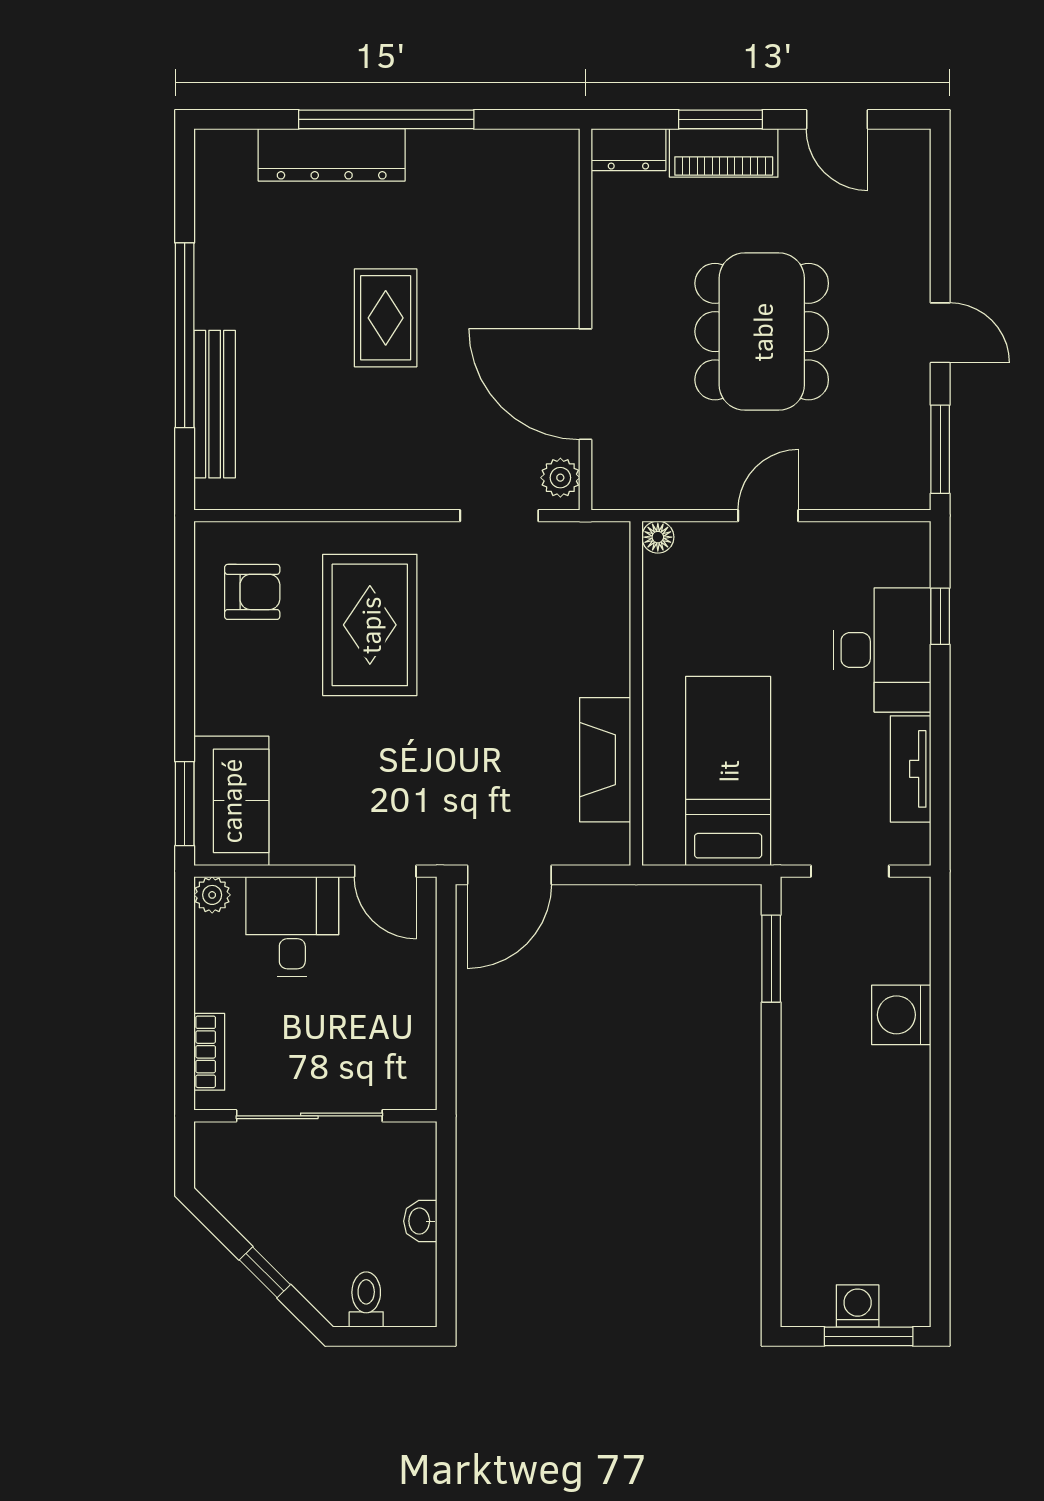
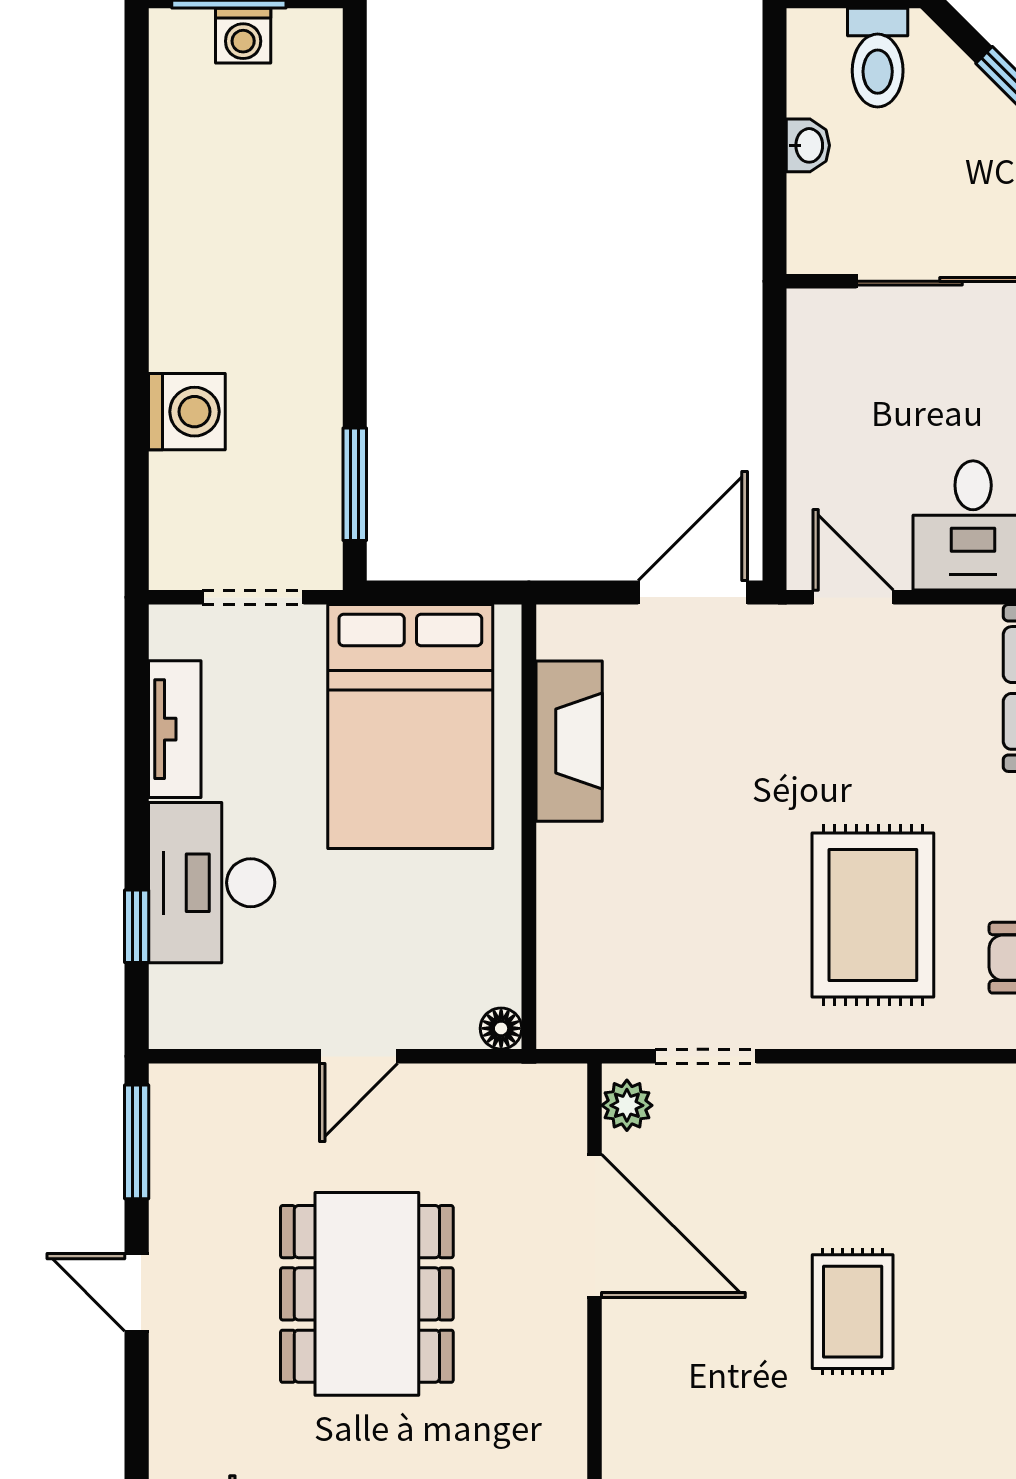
bed: (728, 771) -> (410, 726), width x1.50
toilet: (366, 1300) -> (878, 58), width x1.37, depth x1.39

